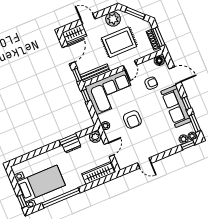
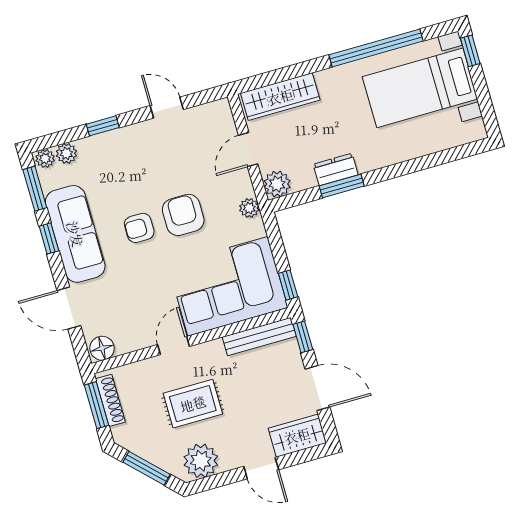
rug: (119, 42) -> (193, 404), width x0.73, depth x0.70
door: (69, 55) -> (317, 388), swing flipped
armchair: (151, 83) -> (139, 228), moved
window: (188, 145) -> (103, 126), moved

